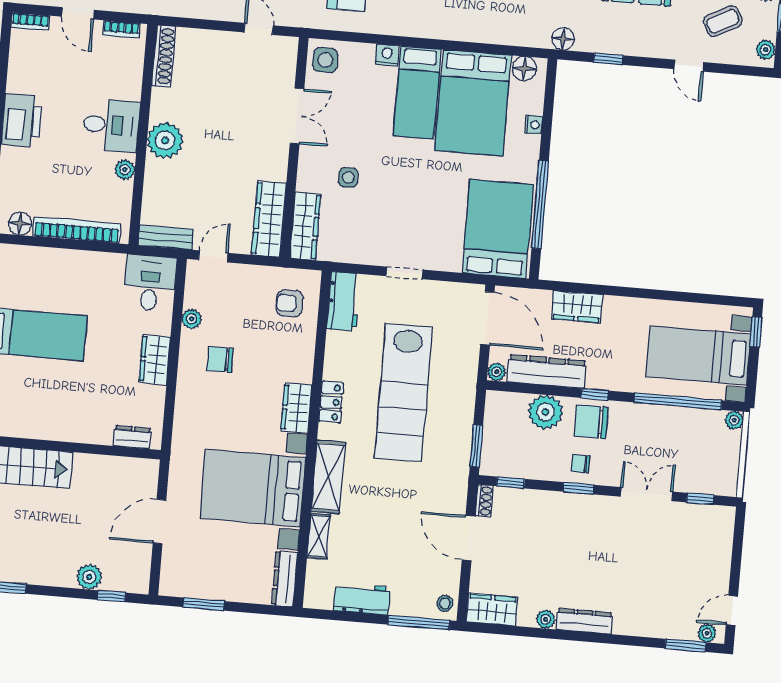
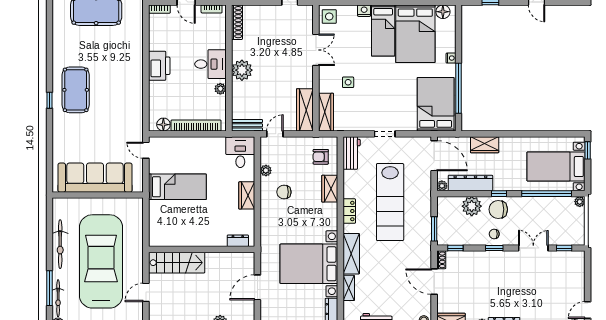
nightstand: (534, 125) -> (451, 58), moved
wardrobe: (296, 408) -> (330, 189), moved

